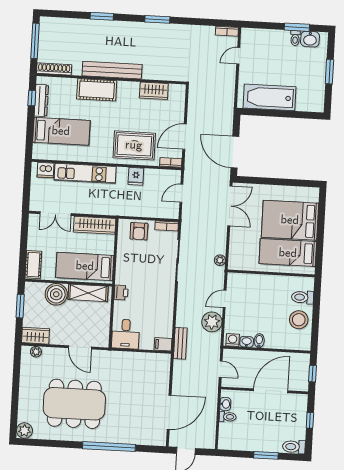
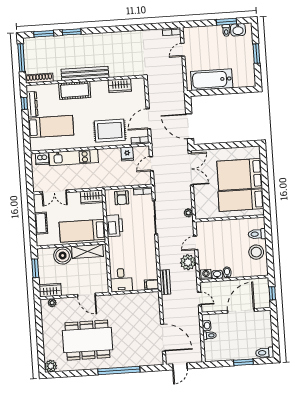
window: (157, 19) -> (44, 34), moved
fridge: (136, 176) -> (127, 154), moved
wardrobe: (95, 225) -> (92, 197), width x0.67
cot: (33, 265) -> (41, 223), moved
printer: (121, 293) -> (115, 226), moved, width x1.87, depth x1.48
door: (169, 412) -> (163, 338), hinge flipped
window: (310, 420) -> (275, 330), removed

